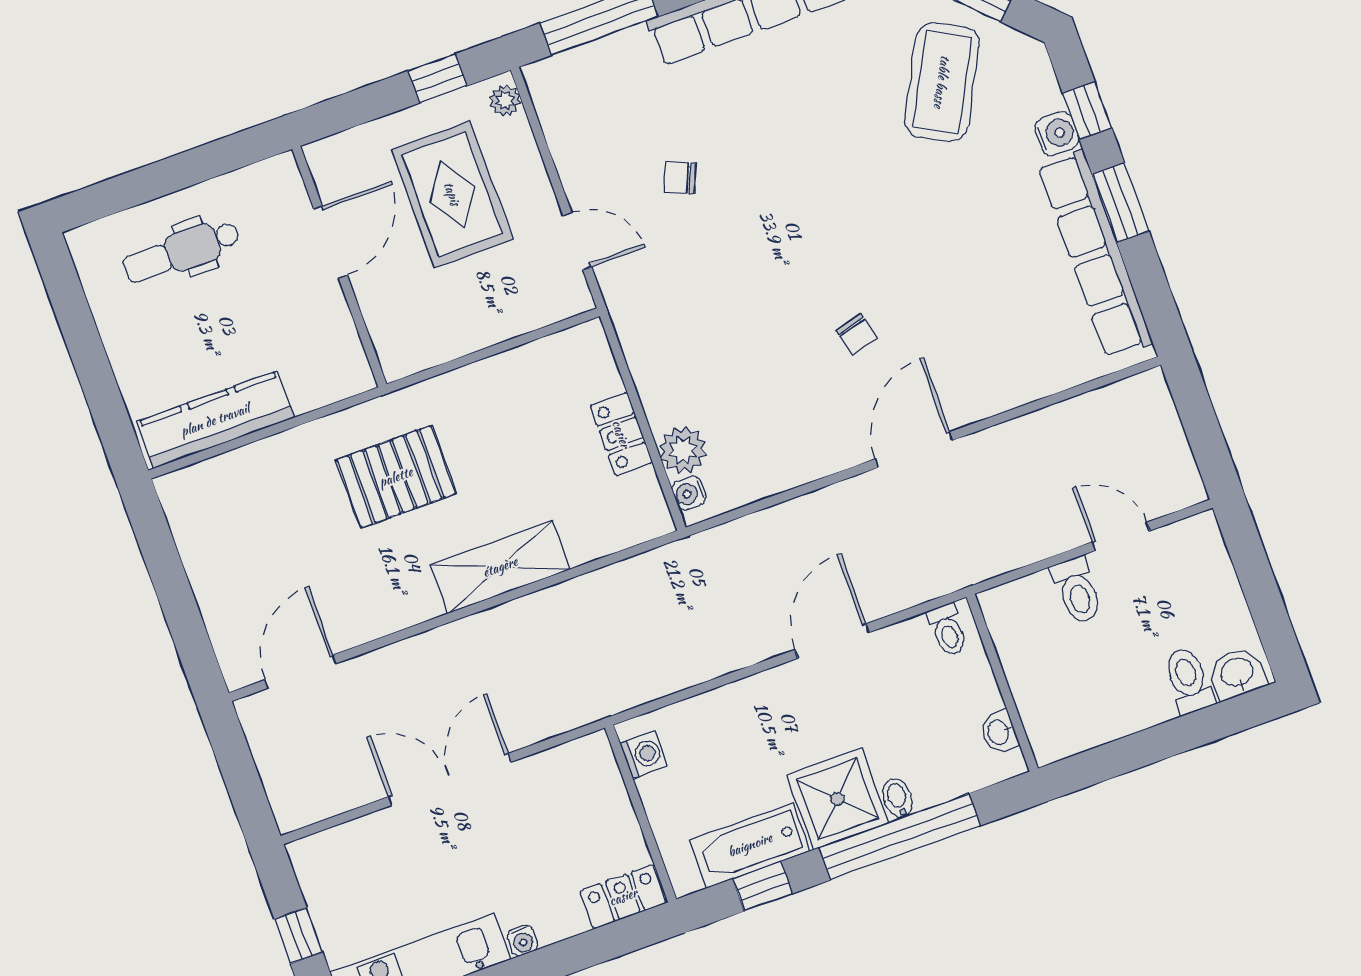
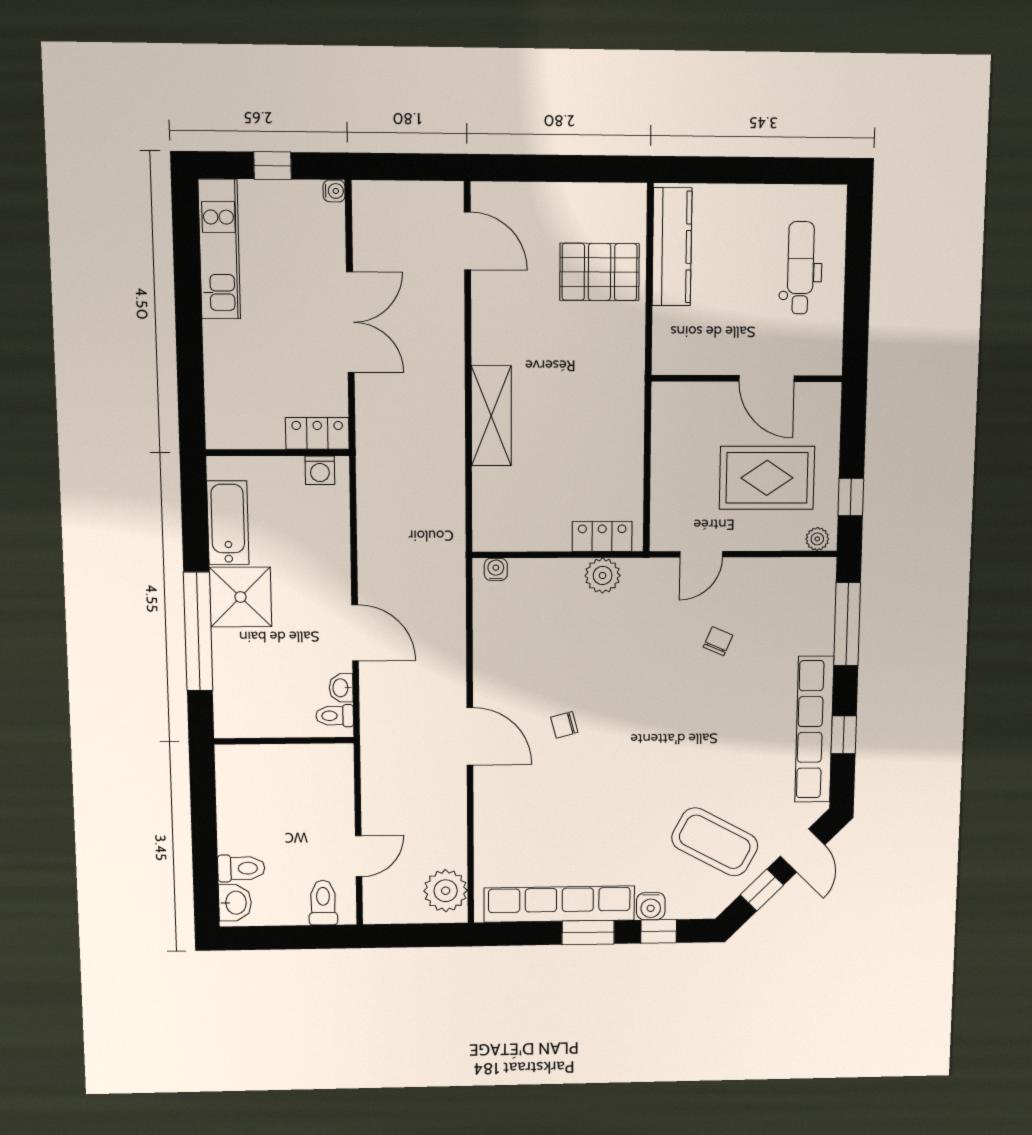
plant: (1128, 408) -> (446, 891), added
locker: (621, 434) -> (602, 536), moved
plant: (683, 450) -> (603, 575), moved
pallet: (396, 477) -> (600, 272), moved, turned 90
toilet: (1077, 590) -> (323, 903), moved, turned 90
washbasin: (999, 732) -> (341, 688), moved, turned -90
bidet: (898, 798) -> (226, 640), removed
window: (763, 886) -> (195, 522), removed
locker: (623, 897) -> (317, 433), moved, turned -90
water cooler: (523, 941) -> (334, 191), moved, turned 180

